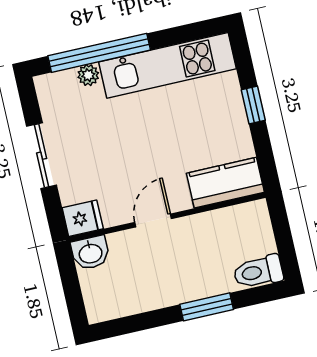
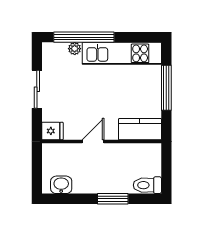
window: (253, 105) -> (166, 88), width x2.17
washbasin: (90, 253) -> (61, 185), moved, turned 180

